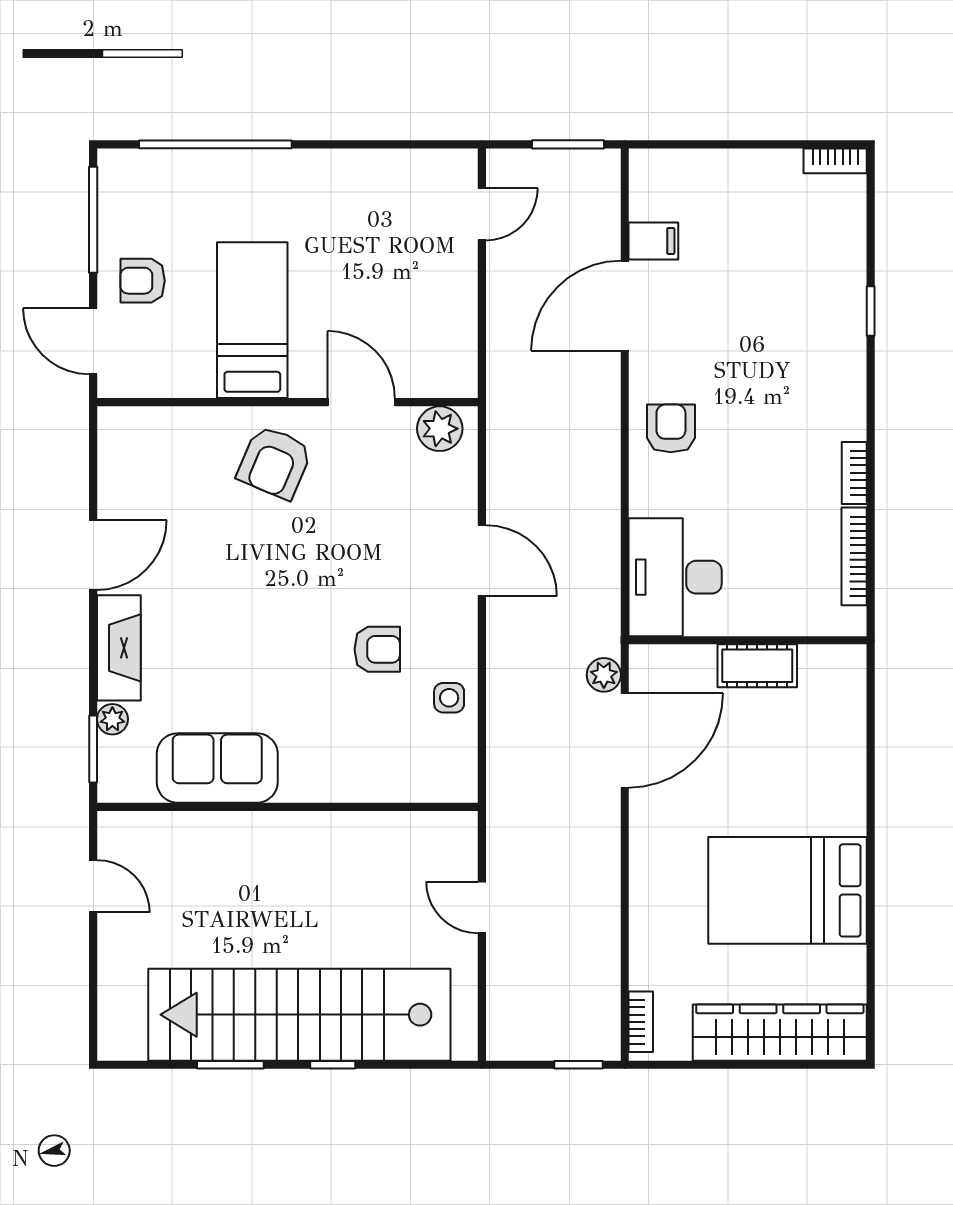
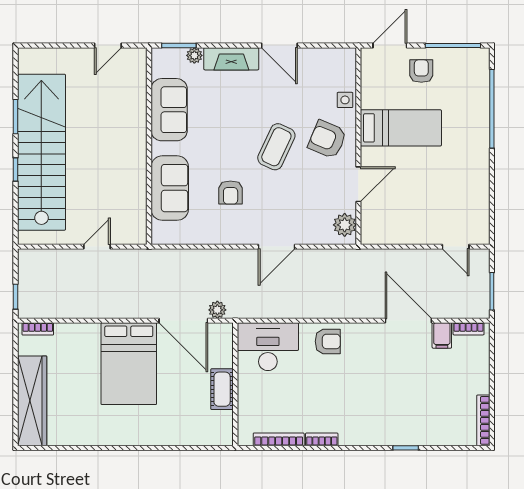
bookcase: (835, 161) -> (483, 420), width x1.56
bookcase: (641, 189) -> (469, 329), added
armchair: (671, 428) -> (328, 341), moved
coffee table: (289, 561) -> (276, 147), added
side table: (449, 698) -> (345, 100), moved
sofa: (369, 767) -> (170, 188), added
bed: (788, 890) -> (129, 364), moved, turned 180

